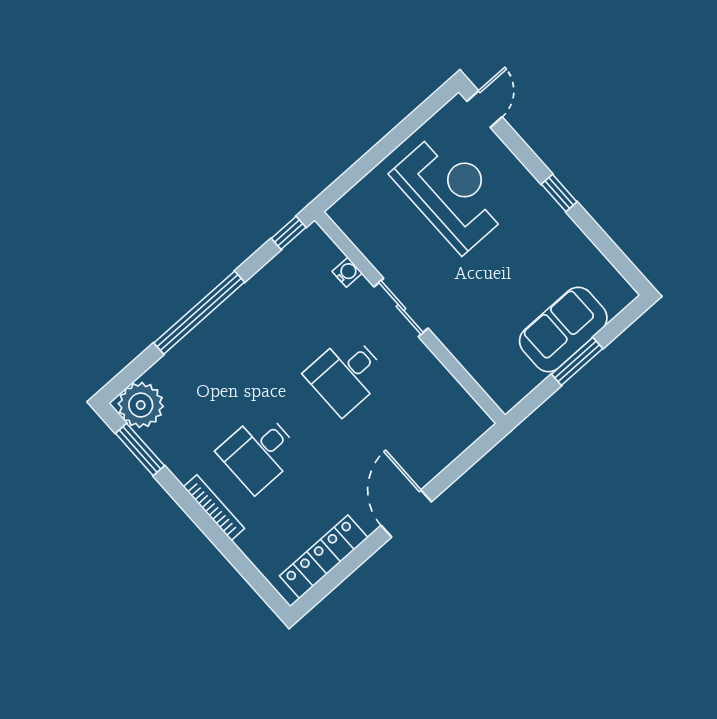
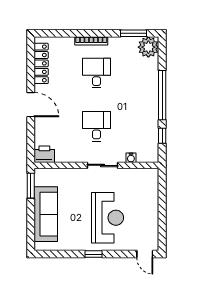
reception desk: (451, 192) -> (108, 218), moved, turned -90
window: (289, 233) -> (162, 136), moved
sofa: (563, 329) -> (46, 214), width x1.36
window: (577, 361) -> (31, 186), moved
printer: (468, 419) -> (44, 154), added

